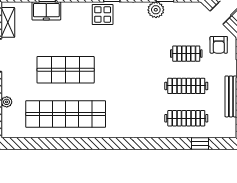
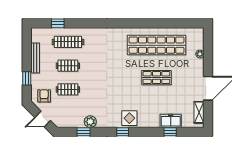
shop shelf: (66, 70) -> (156, 78), width x0.70, depth x0.74
clothes rail: (186, 86) -> (68, 66), width x0.73

